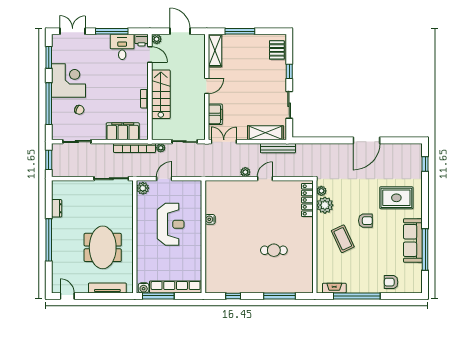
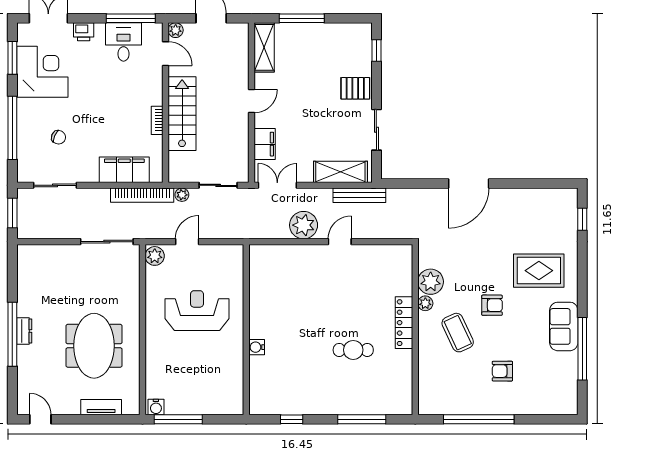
window: (112, 31) -> (131, 18), moved
printer: (142, 40) -> (84, 32), moved
pallet: (277, 50) -> (355, 88), moved, turned 90
window: (289, 71) -> (376, 51), moved
corner desk: (69, 81) -> (42, 72), moved
door: (367, 140) -> (469, 184), moved
plant: (245, 172) -> (304, 225), width x1.88, depth x1.88
plant: (321, 191) -> (425, 303), moved
locker: (307, 200) -> (404, 323), moved
dresser: (57, 208) -> (24, 331), moved
water cooler: (210, 219) -> (257, 347), moved
reception desk: (171, 224) -> (197, 311), turned -90
sofa: (413, 241) -> (564, 326), width x0.73
armchair: (391, 282) -> (502, 371), moved
row of seats: (176, 287) -> (204, 406), removed
tv unit: (107, 288) -> (101, 407), width x0.71
fireplace: (334, 288) -> (445, 407), removed

